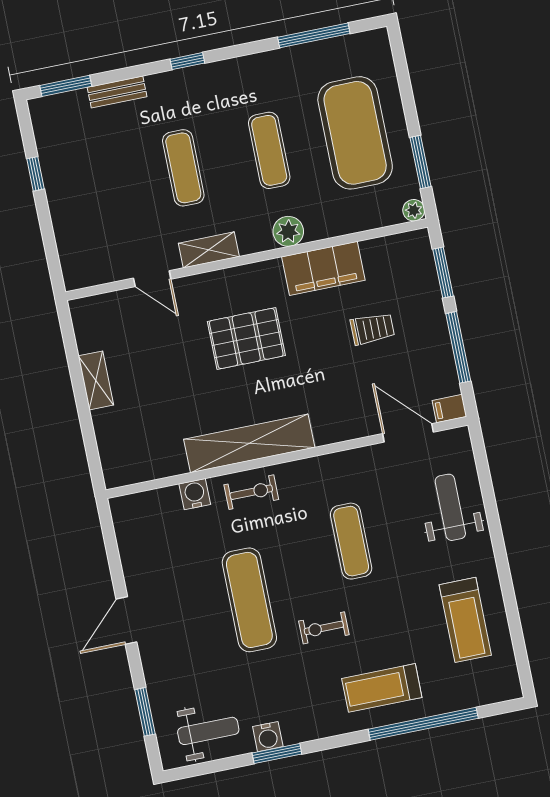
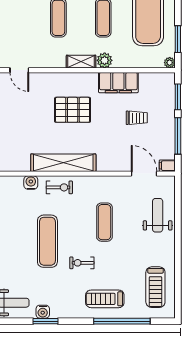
shelving: (209, 250) -> (81, 62), moved
door: (152, 279) -> (19, 70), moved
treadmill: (465, 620) -> (155, 287), moved

